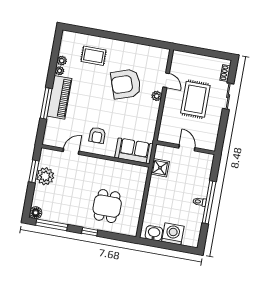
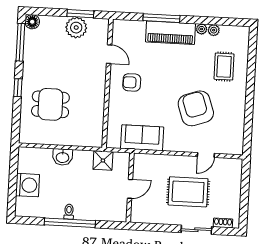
plant: (157, 96) -> (186, 146), removed
sofa: (134, 151) -> (142, 138), moved, turned -90
washbasin: (154, 233) -> (63, 157), moved, turned 90

